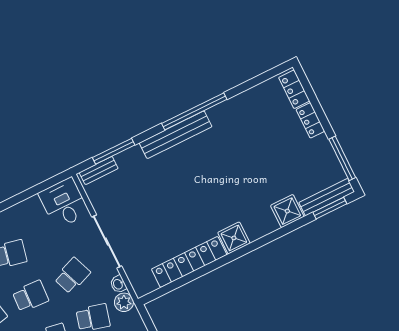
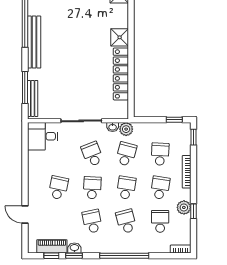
bench: (99, 170) -> (33, 98), width x1.36

